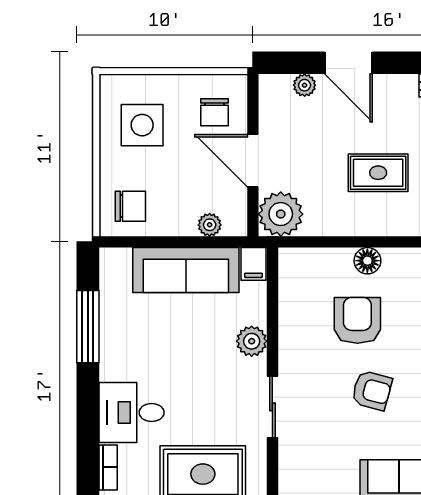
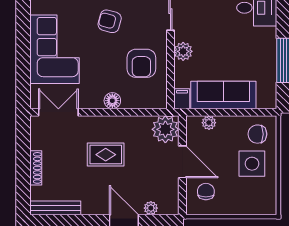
side table: (142, 125) -> (252, 164), moved
armchair: (357, 320) -> (141, 63), moved

